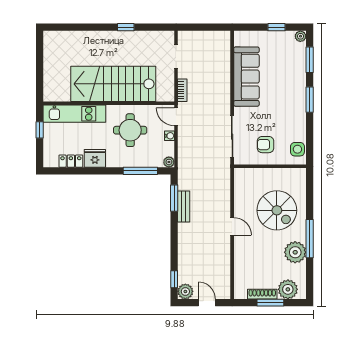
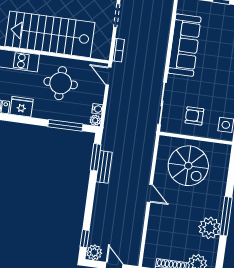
water cooler: (170, 136) -> (97, 109), moved
spiral stairs: (277, 210) -> (188, 166), moved

